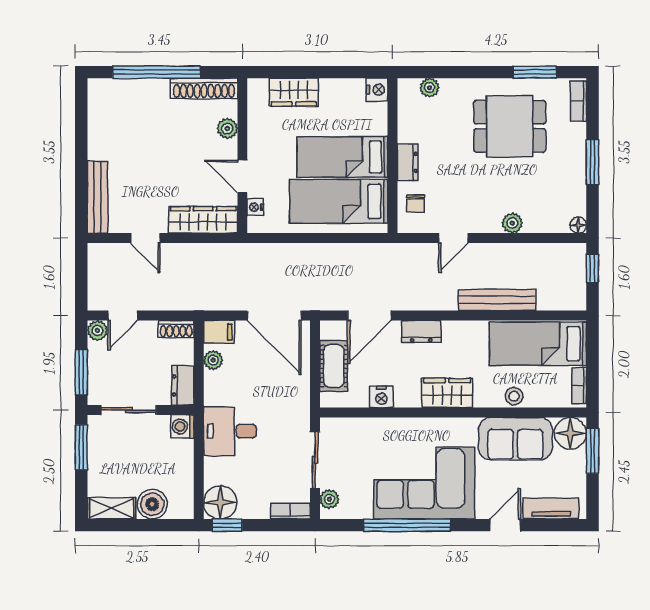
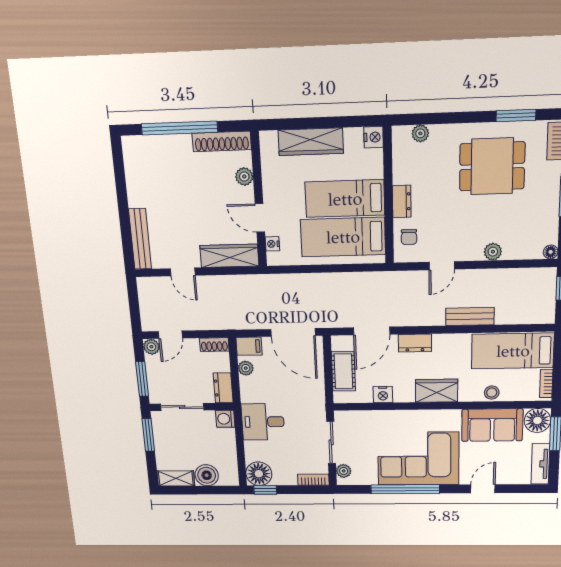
wardrobe: (294, 92) -> (311, 142), width x1.50
bench: (497, 300) -> (470, 316), width x0.73
tv unit: (551, 509) -> (540, 464), moved, turned -90

